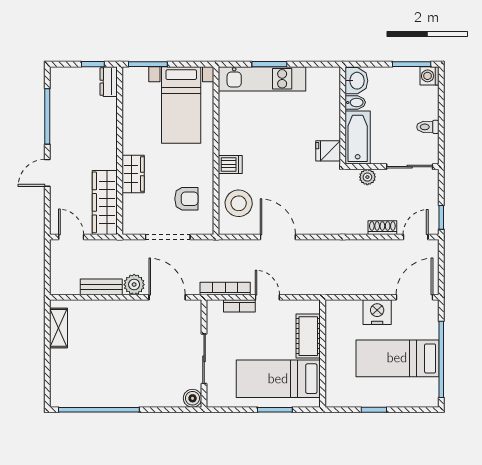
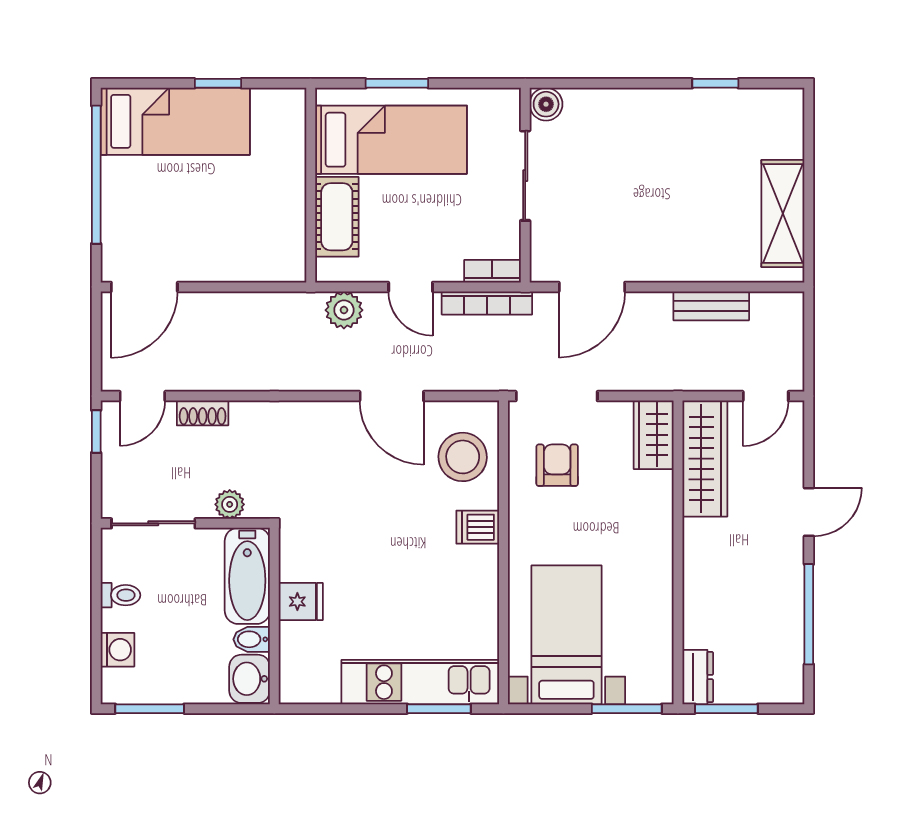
window: (93, 64) -> (726, 709), width x1.50
window: (269, 64) -> (439, 709), moved
washing machine: (429, 76) -> (117, 650), moved
fridge: (328, 151) -> (301, 602), moved
wardrobe: (133, 174) -> (654, 435), moved
armchair: (186, 199) -> (557, 465), turned 90
door: (71, 237) -> (766, 396), hinge flipped
doorway: (168, 237) -> (557, 396), moved
plant: (134, 285) -> (344, 310), moved
door: (167, 297) -> (592, 287), hinge flipped
bookcase: (239, 306) -> (492, 271), moved
nightstand: (377, 312) -> (212, 260), removed
shelving: (59, 328) -> (783, 213), width x1.50, depth x1.33
bed: (397, 358) -> (175, 121), moved
window: (99, 410) -> (715, 83), width x0.32

